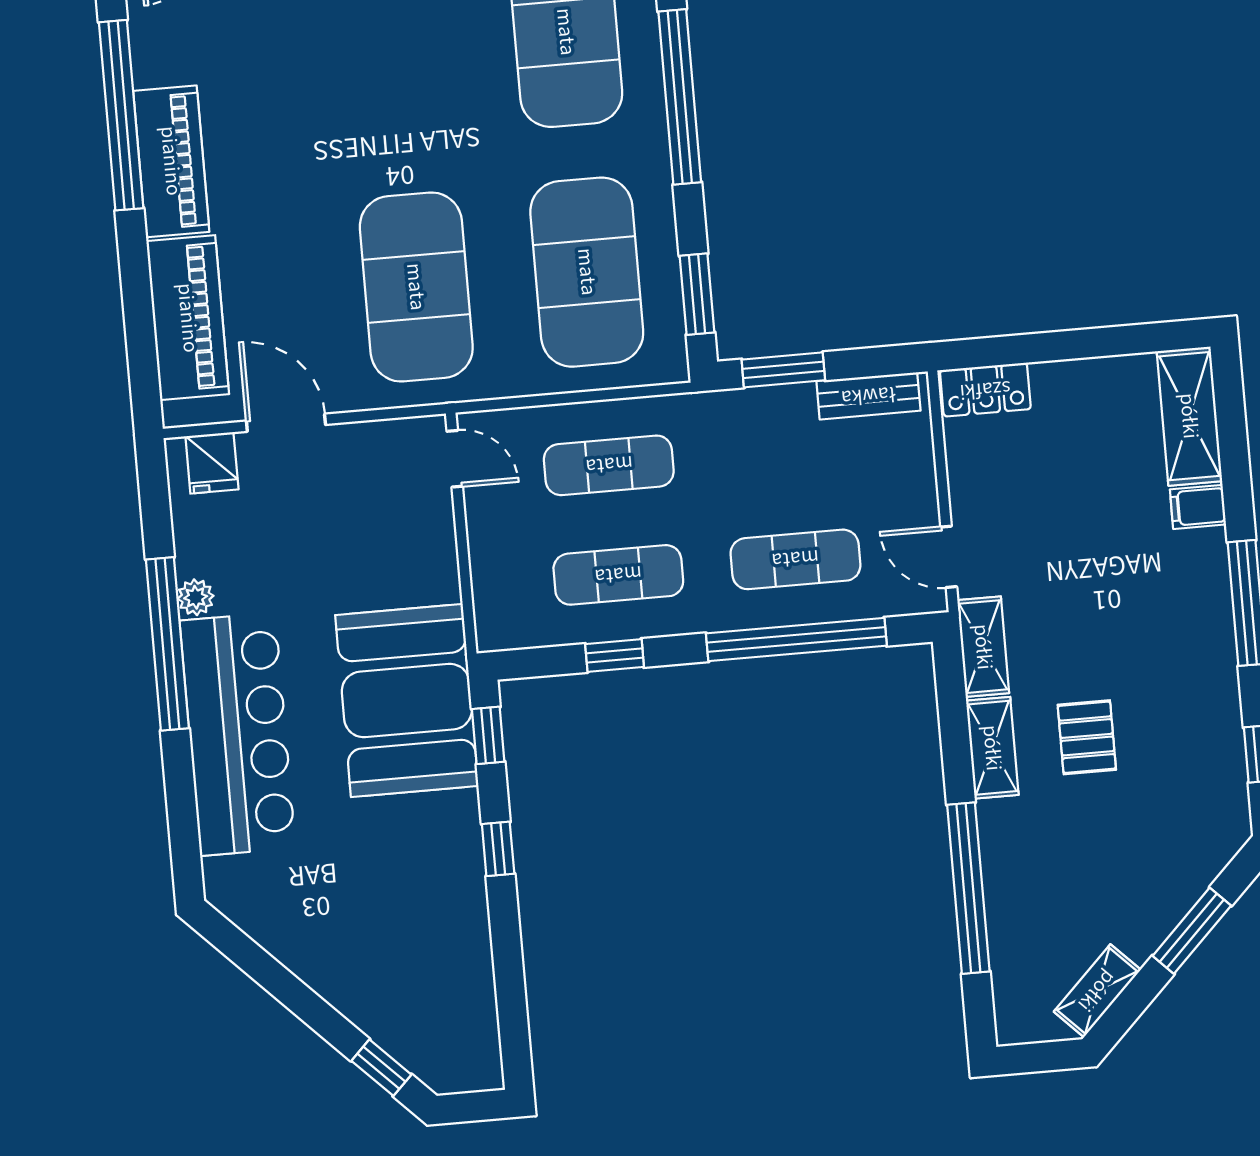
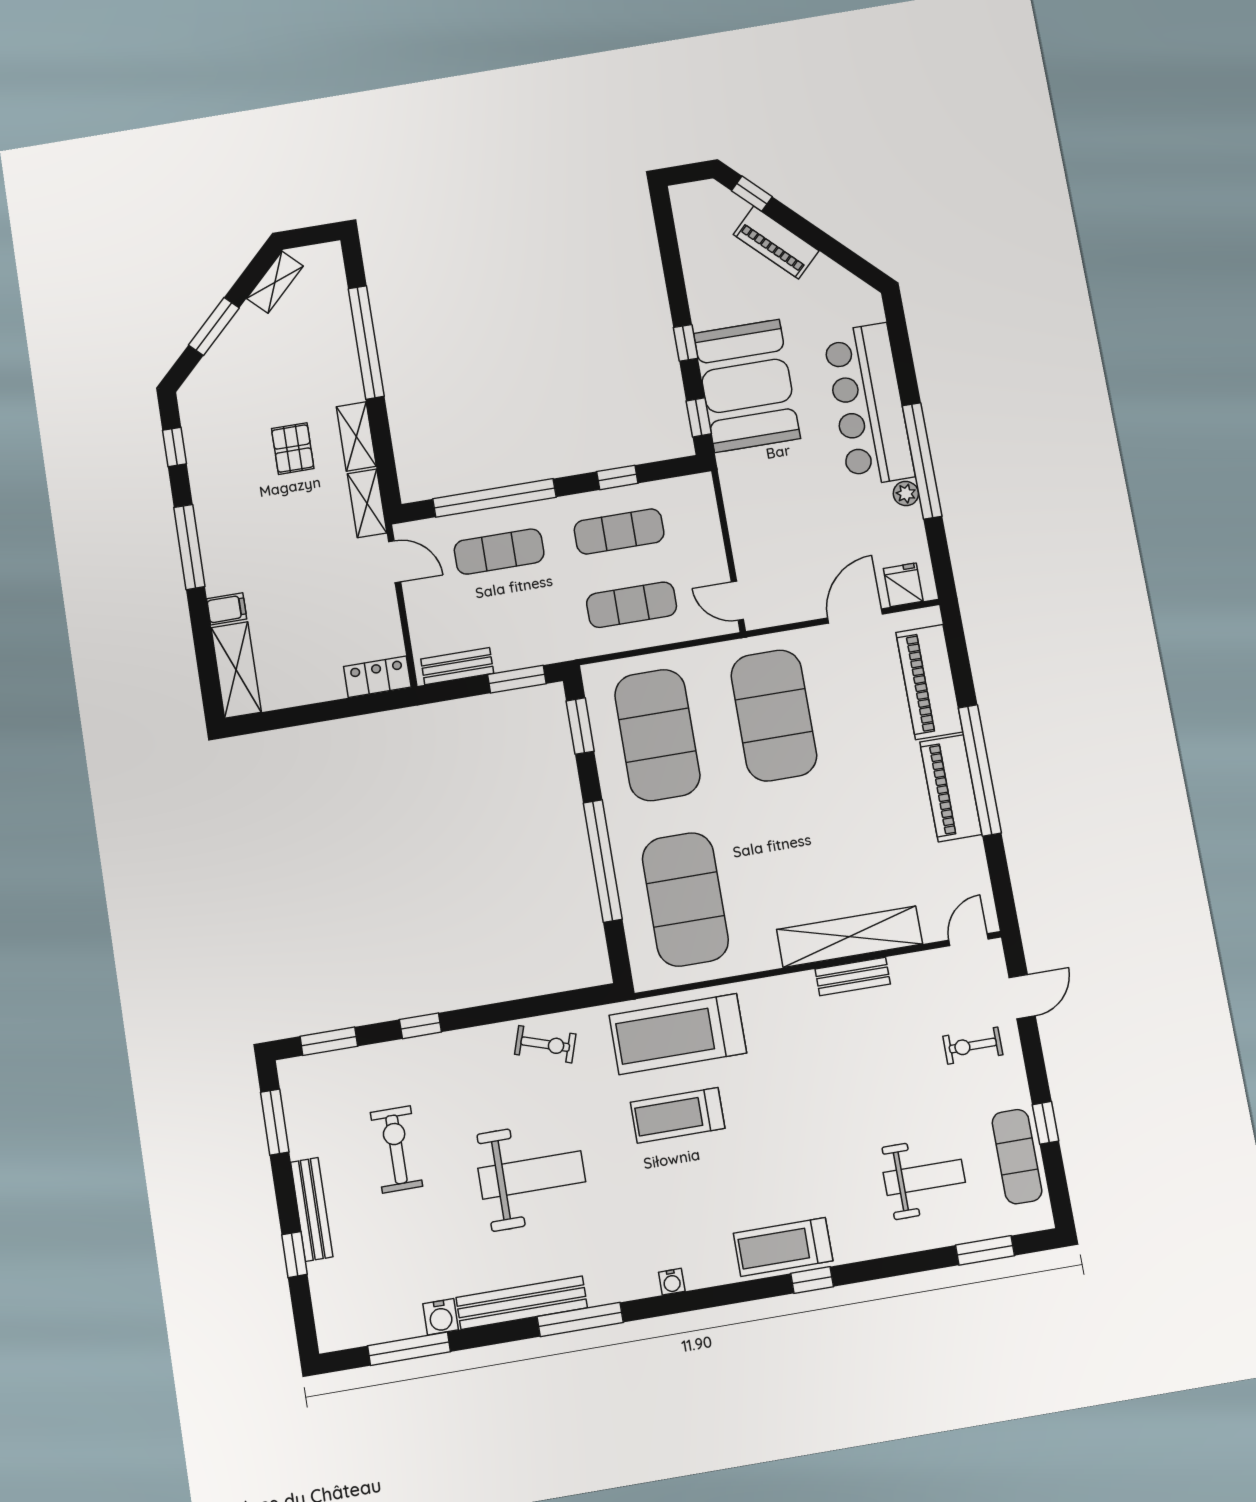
window: (121, 115) -> (980, 770), moved
door: (286, 423) -> (855, 616), swing flipped
booth: (407, 701) -> (747, 386), moved
piano: (352, 990) -> (776, 243), added

